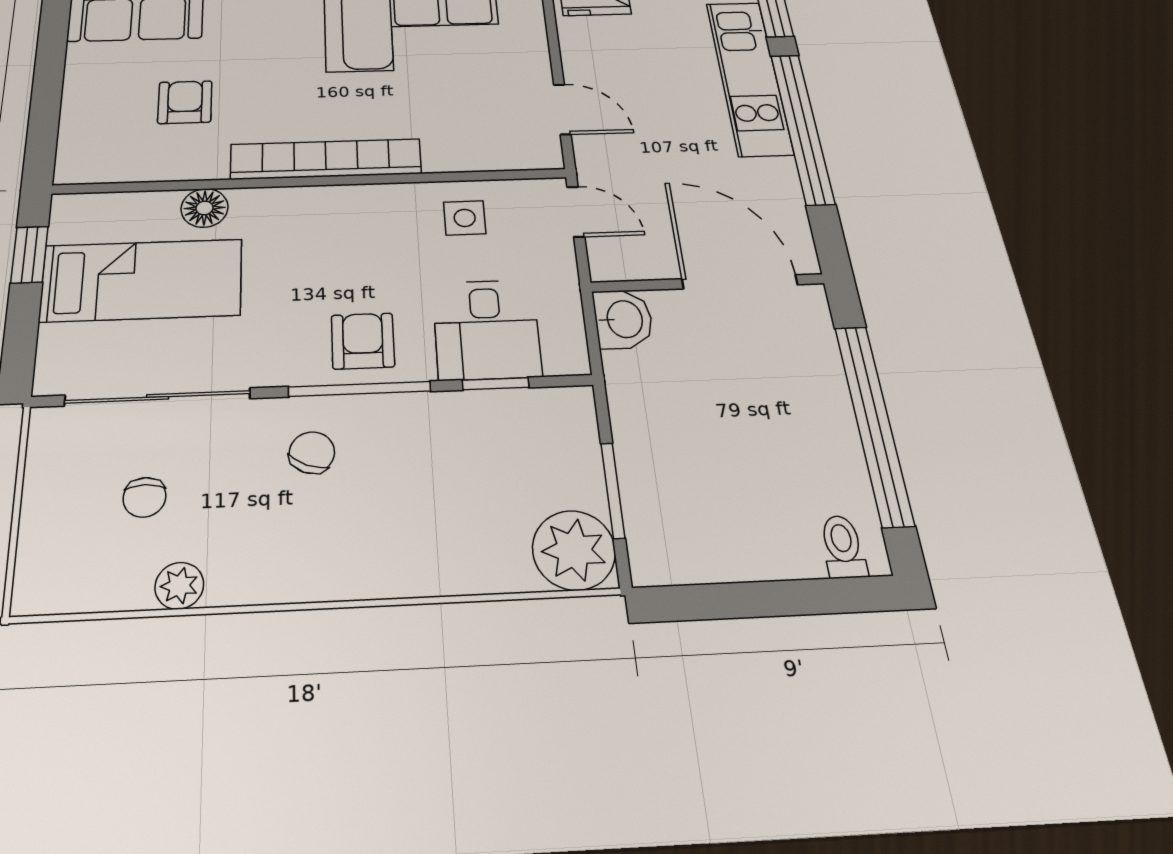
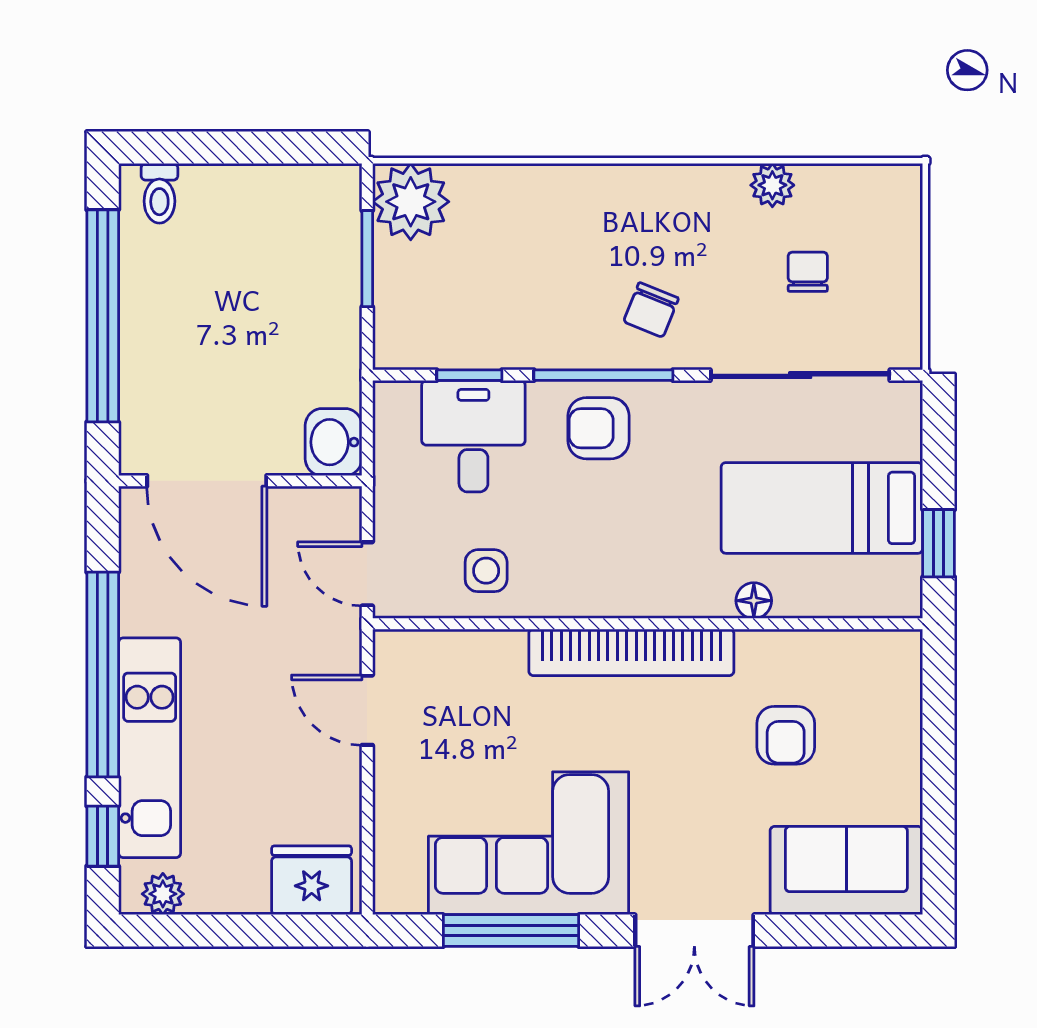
floor lamp: (205, 208) -> (754, 601), width x0.73, depth x0.73
armchair: (363, 341) -> (598, 428), turned 90

